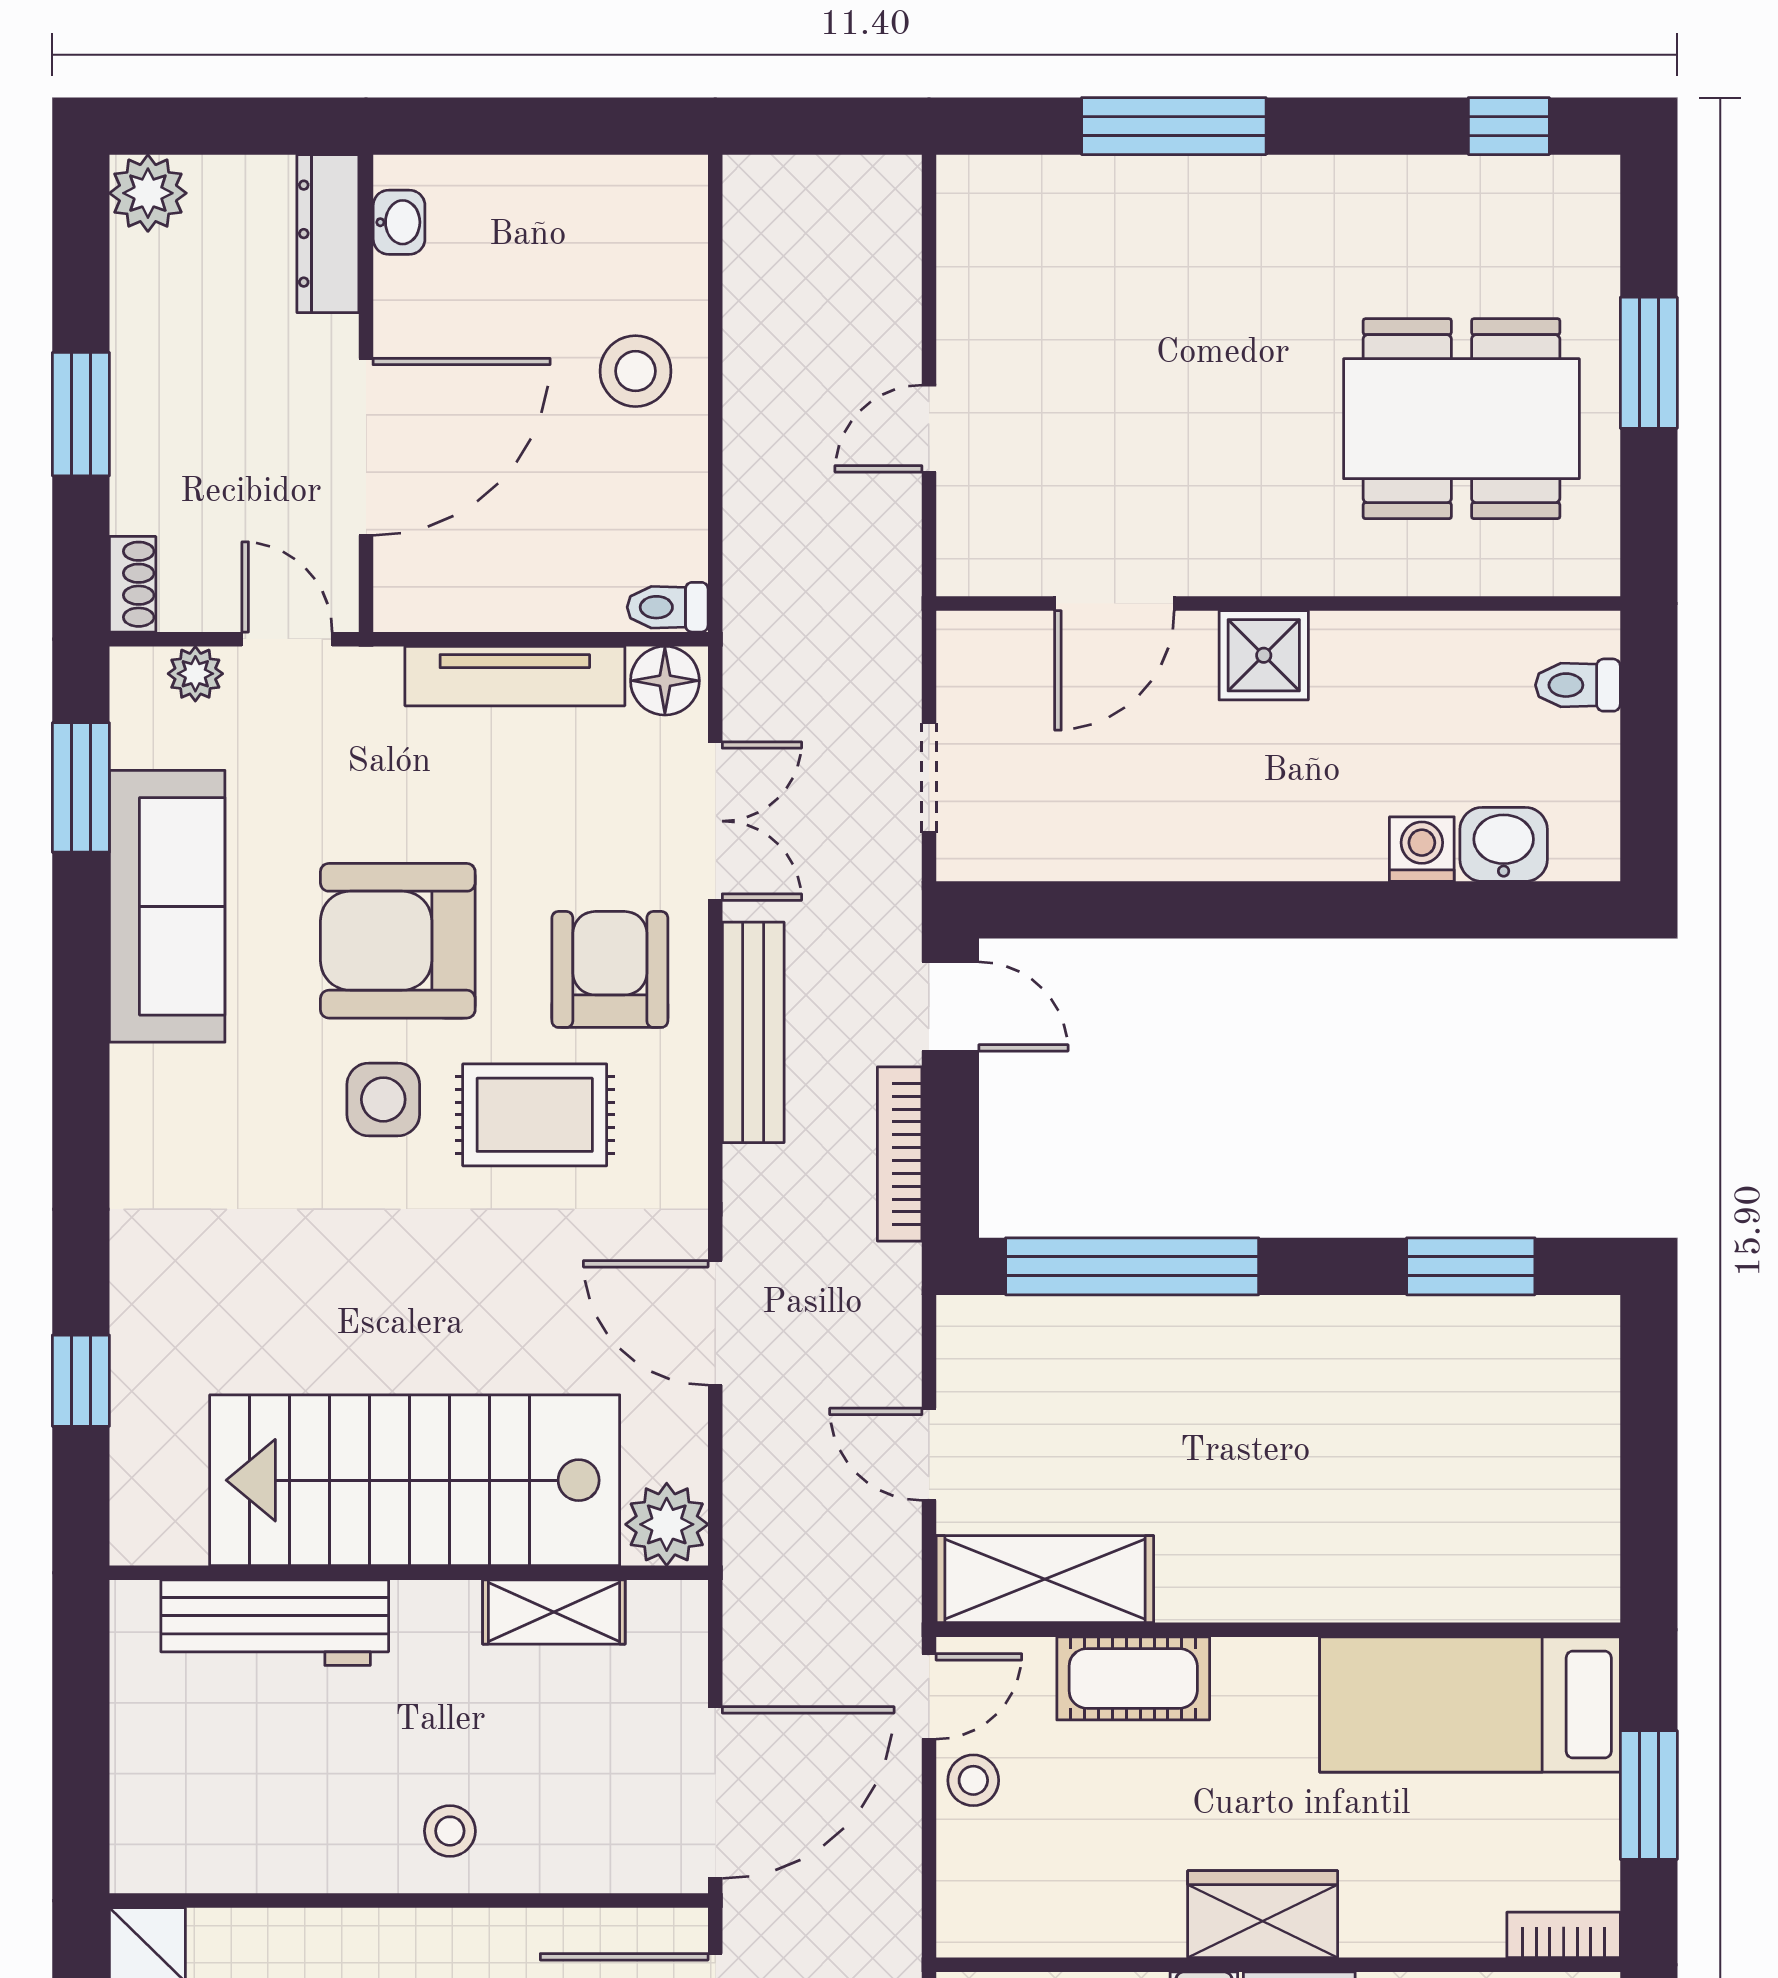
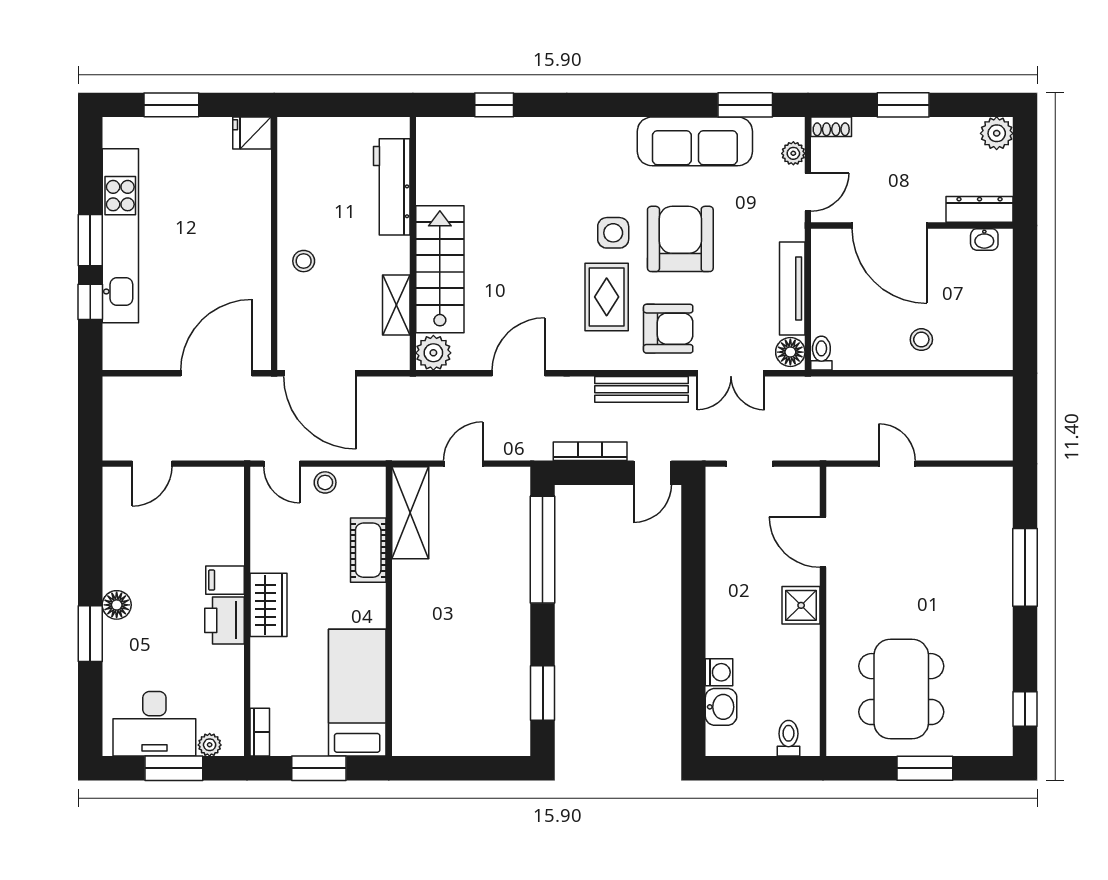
stool: (635, 371) -> (921, 340), width x0.73, depth x0.73
stairs: (415, 1480) -> (440, 269), width x0.73, depth x0.66
door: (929, 1696) -> (282, 464), moved

